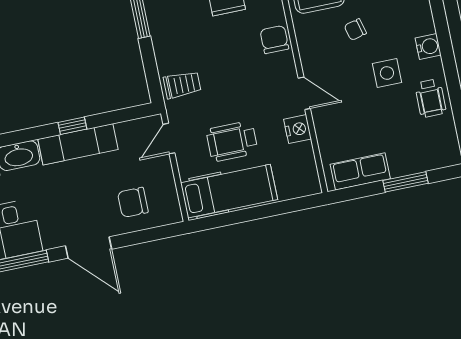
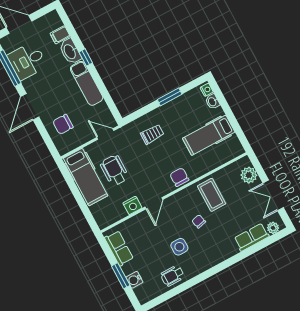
chair: (274, 39) -> (179, 177), turned -90
water cooler: (428, 47) -> (134, 280), moved, turned 90
trolley: (182, 85) -> (152, 134), moved, turned -90
window: (72, 126) -> (86, 57), moved
chair: (133, 202) -> (63, 124), turned -90

